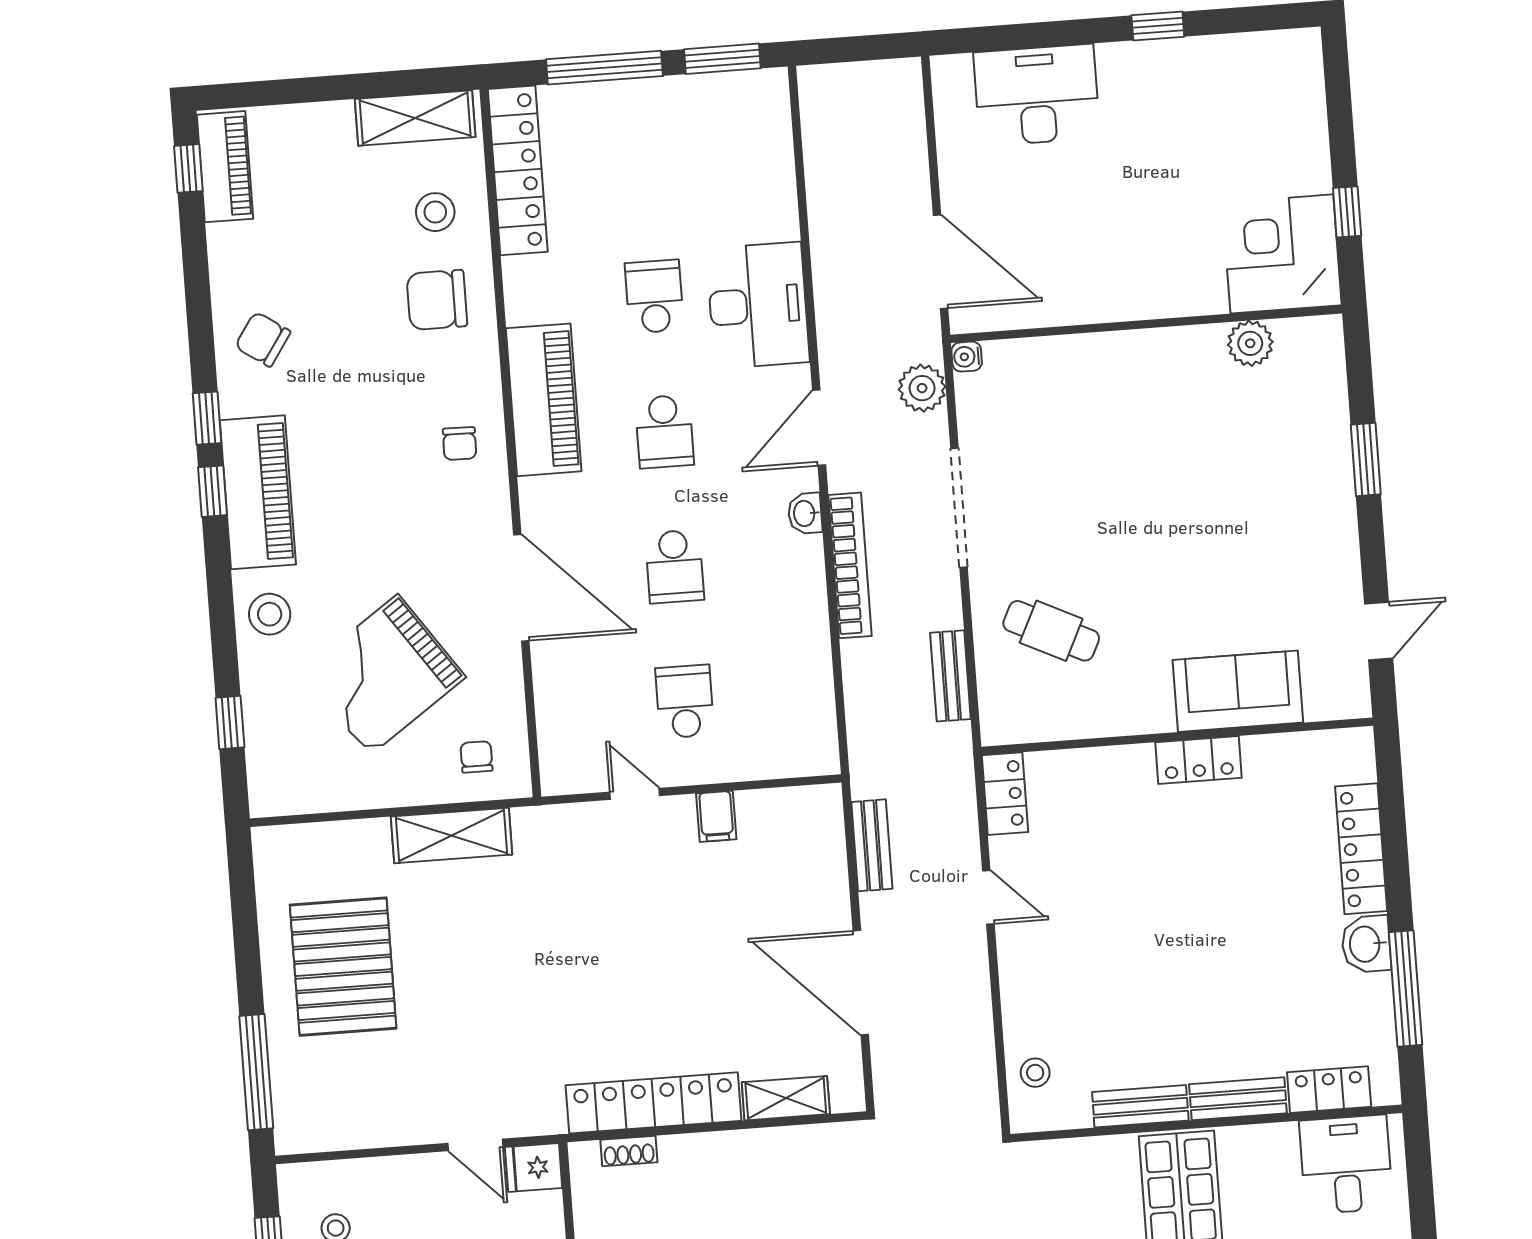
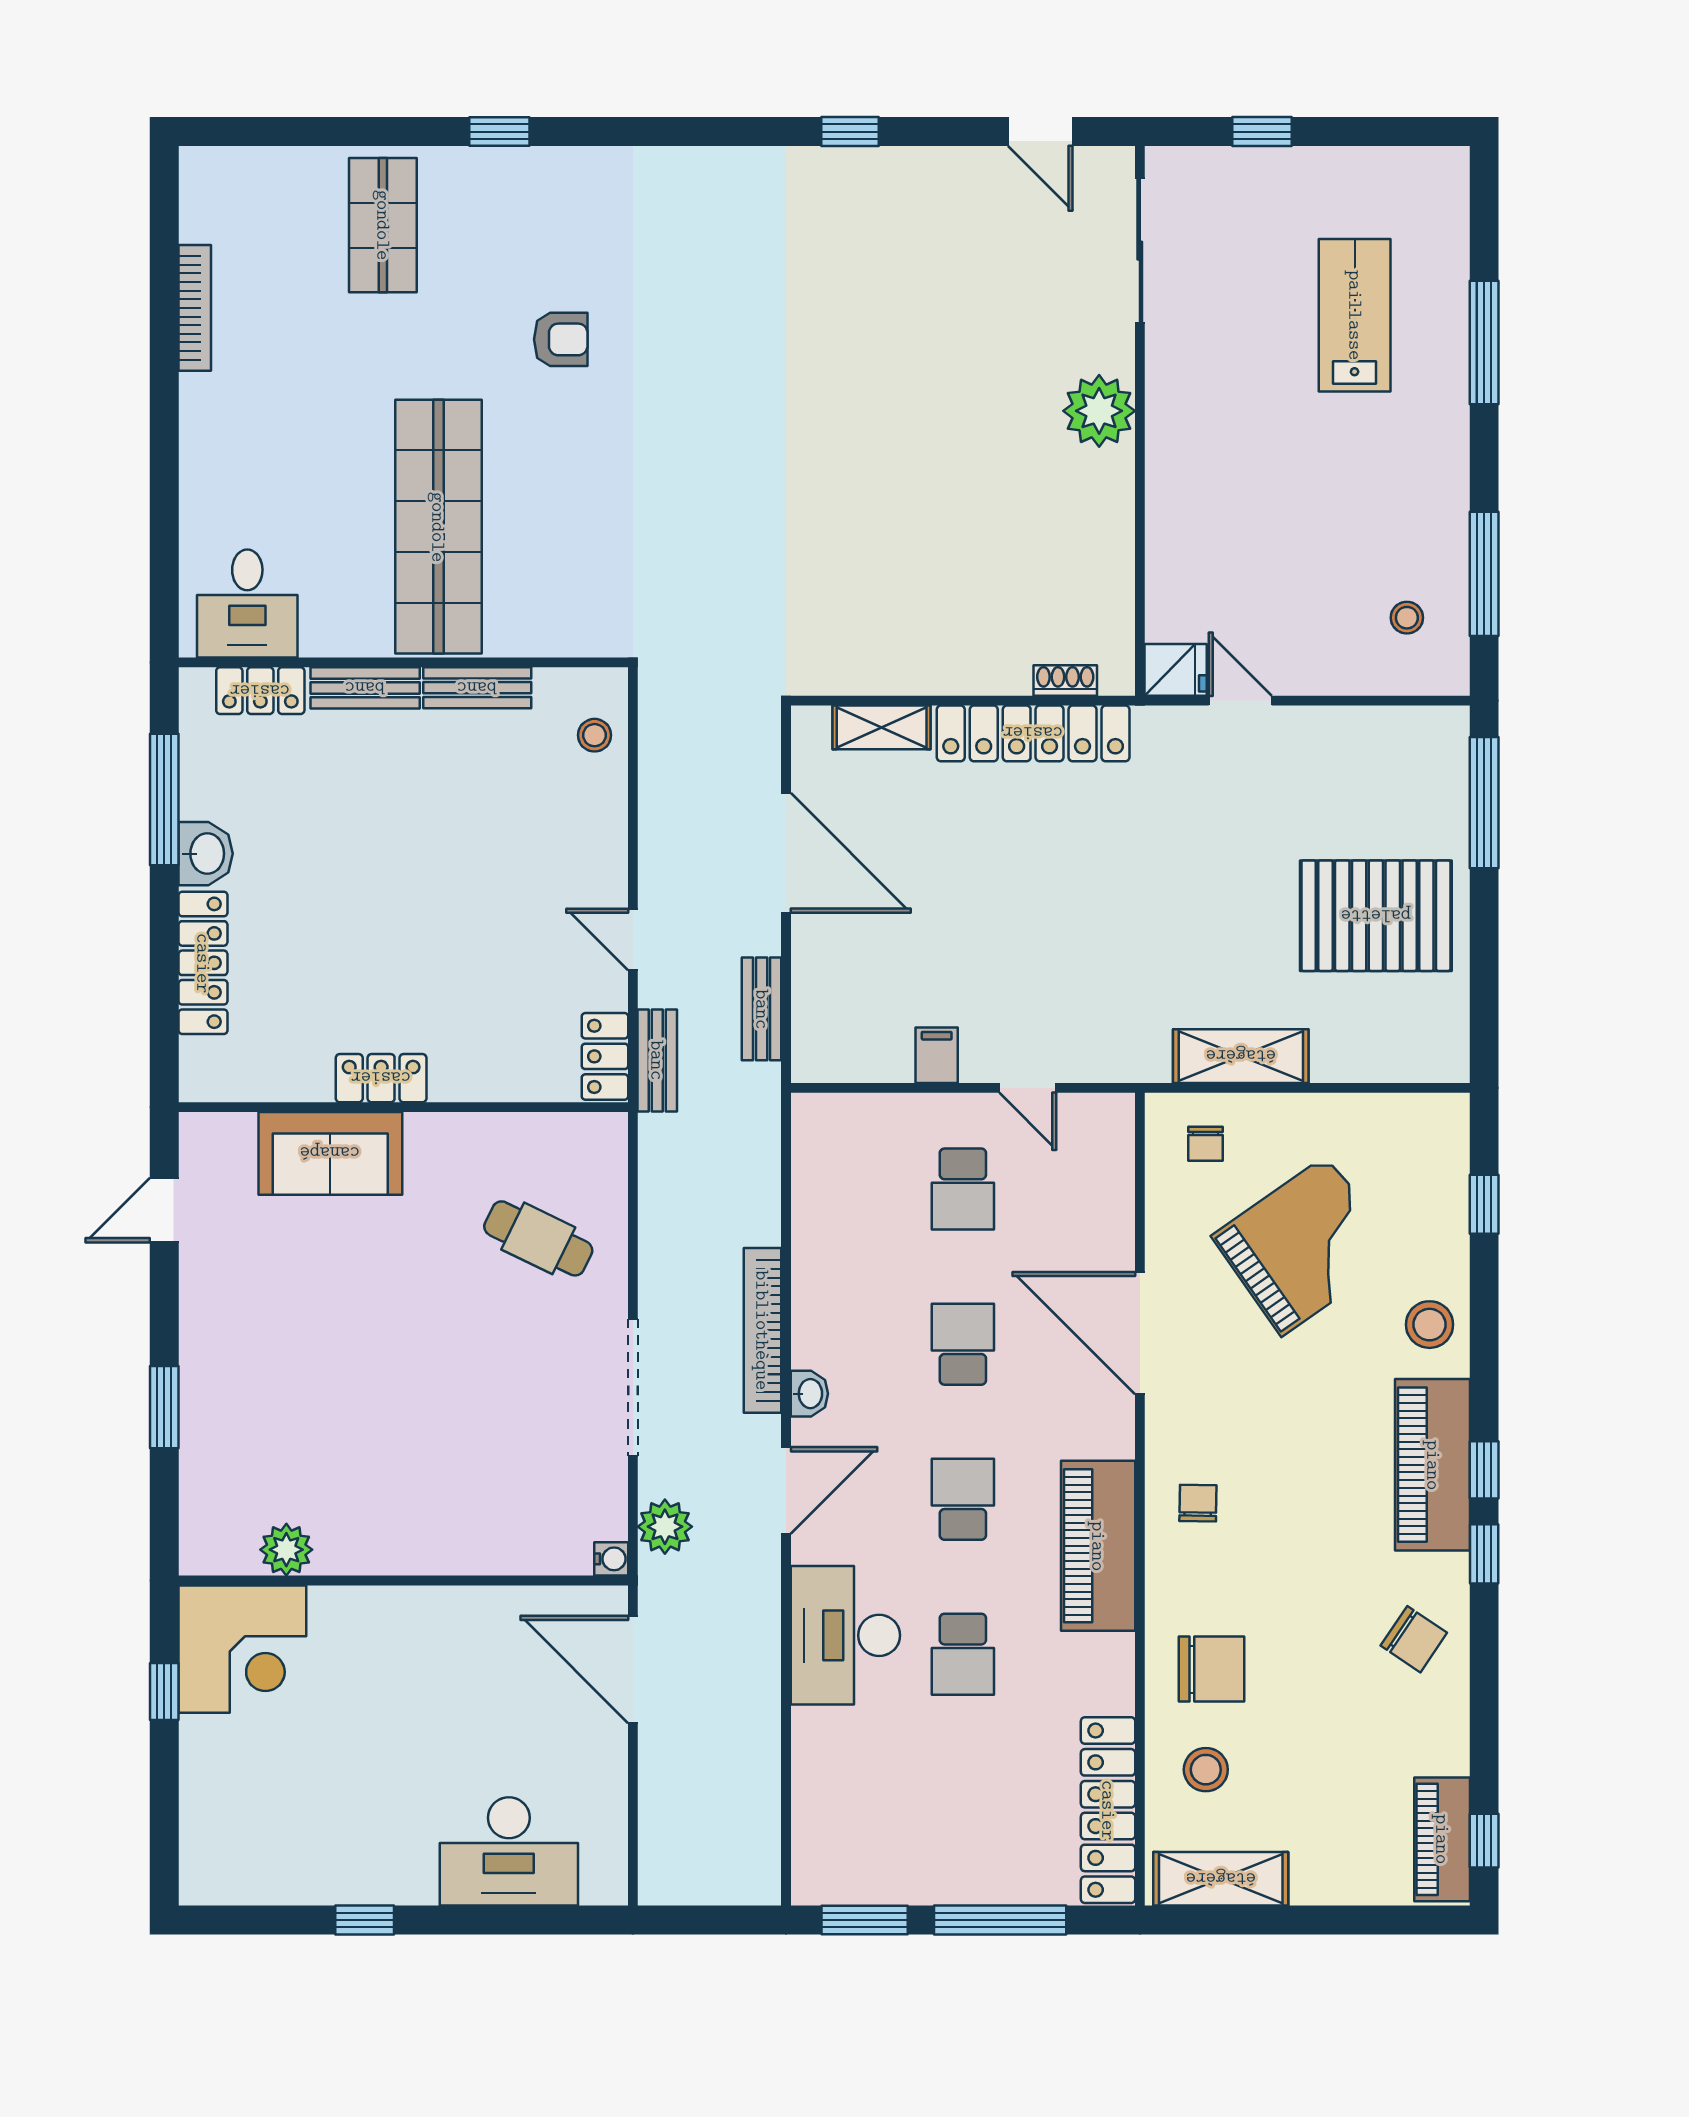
bench: (950, 676) -> (657, 1060), moved
pallet: (343, 967) -> (1376, 916), turned 90

